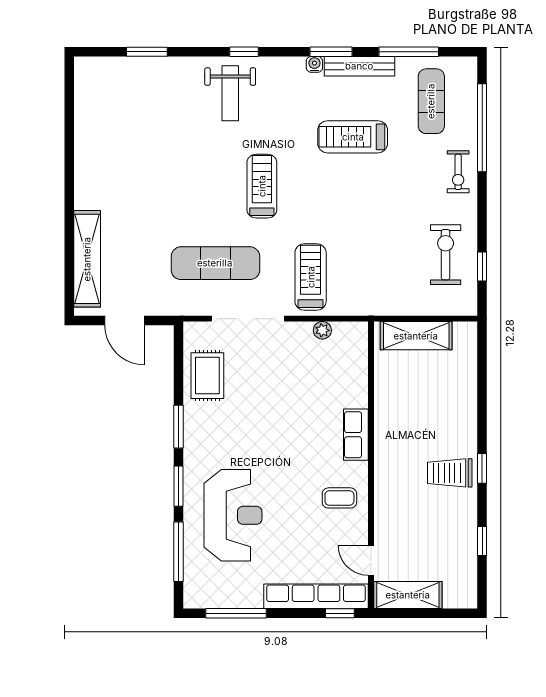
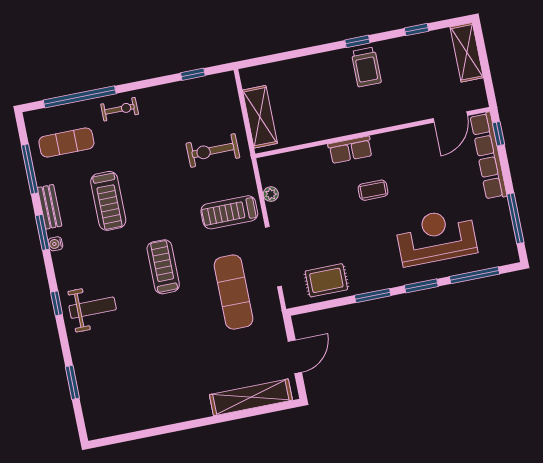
bench: (359, 66) -> (50, 207), width x0.73
treadmill: (262, 186) -> (163, 267), turned 90
exercise bike: (446, 255) -> (213, 150), moved
coffee table: (339, 498) -> (373, 190), moved, turned 90
door: (371, 560) -> (450, 117), width x1.38
shelving: (408, 595) -> (467, 52), moved

